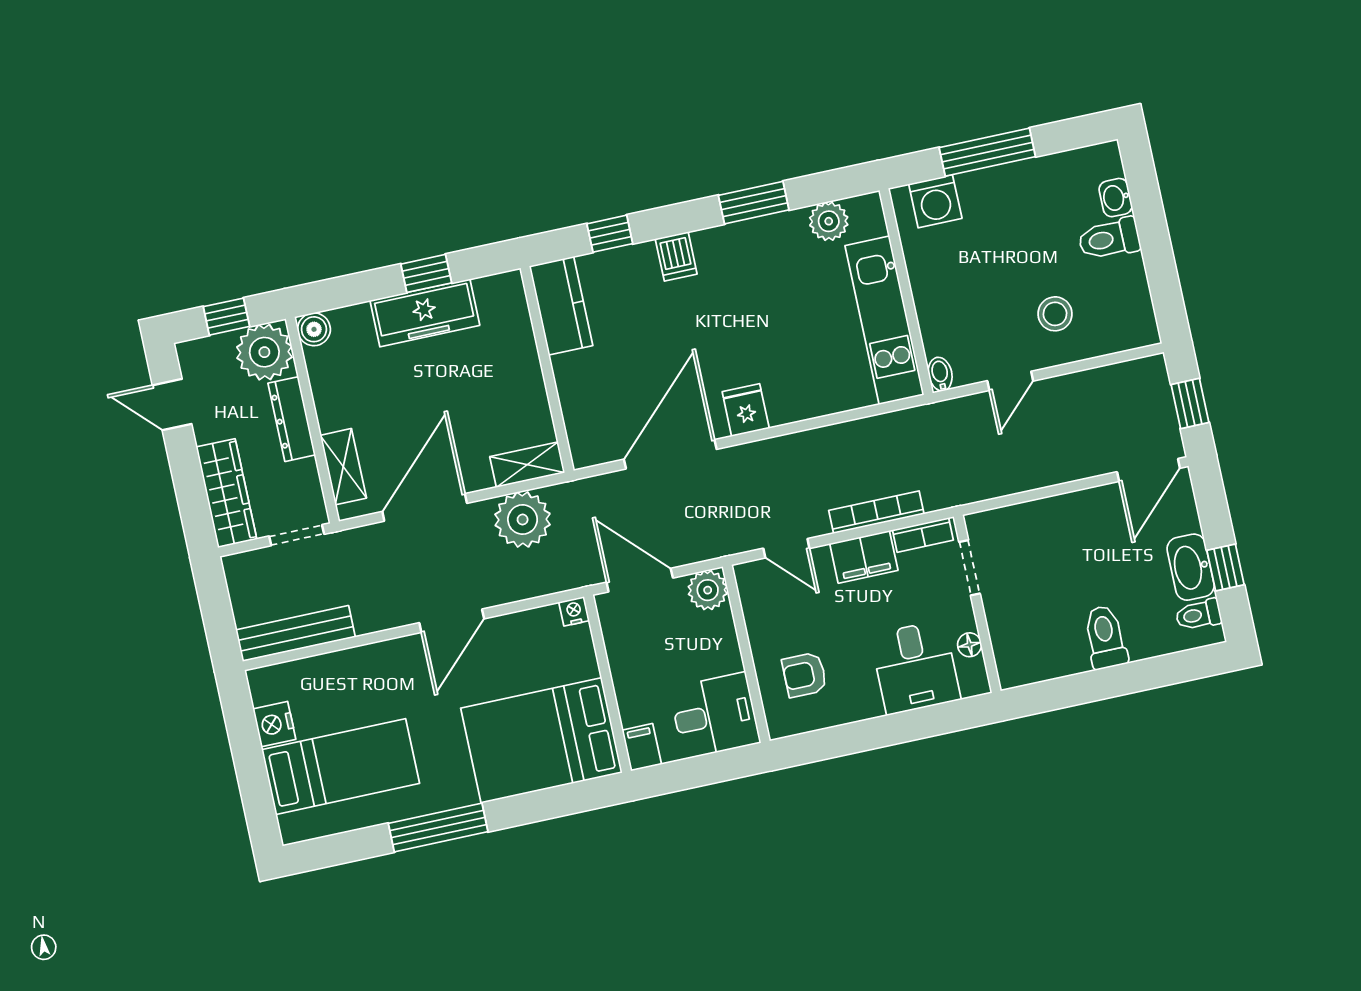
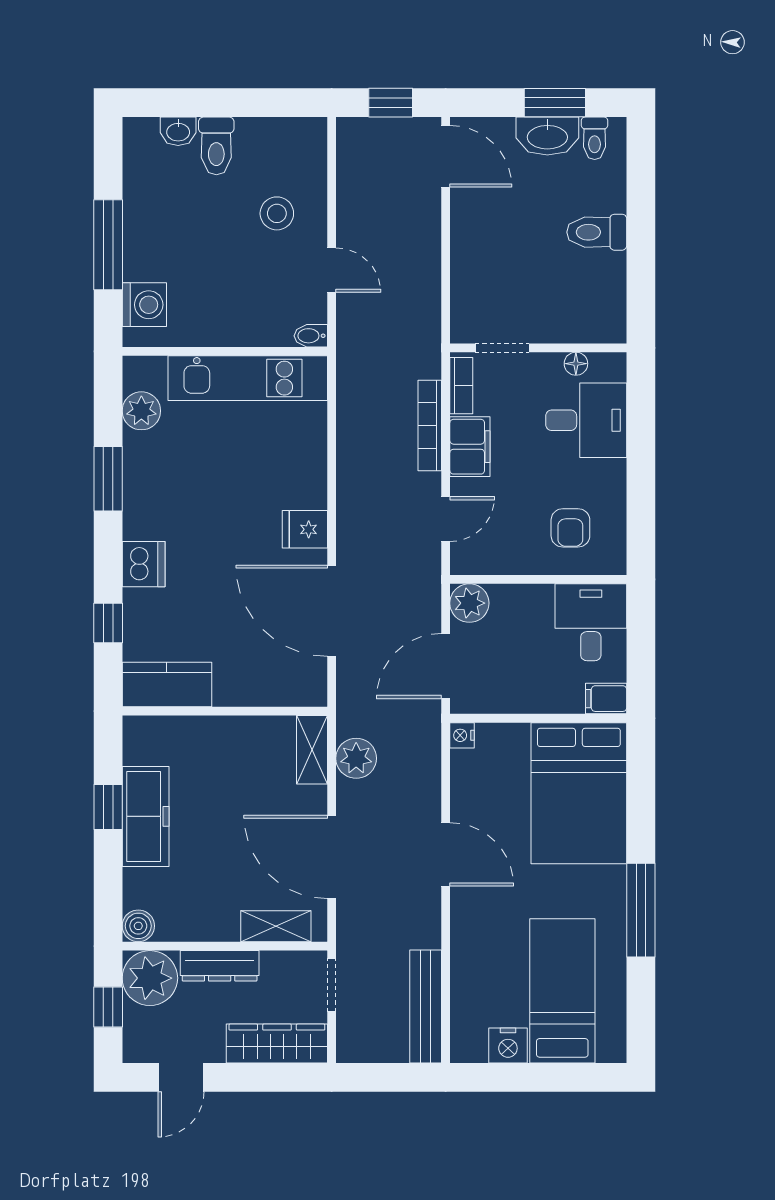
dishwasher: (676, 256) -> (144, 564), width x1.38
plant: (523, 520) -> (356, 758), width x0.73, depth x0.73
window: (1225, 567) -> (555, 103), width x1.50

